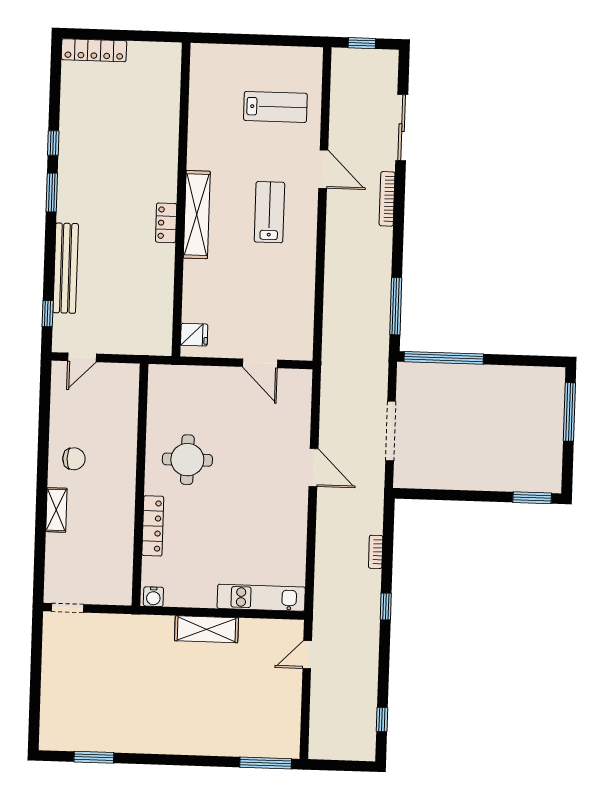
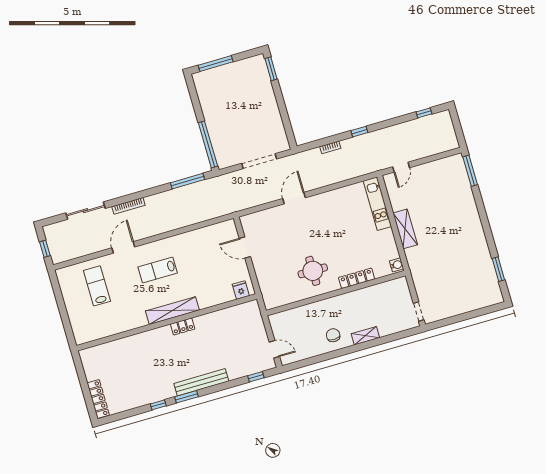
bench: (66, 268) -> (201, 382), moved
door: (260, 363) -> (245, 247), swing flipped
door: (307, 655) -> (401, 167), hinge flipped

